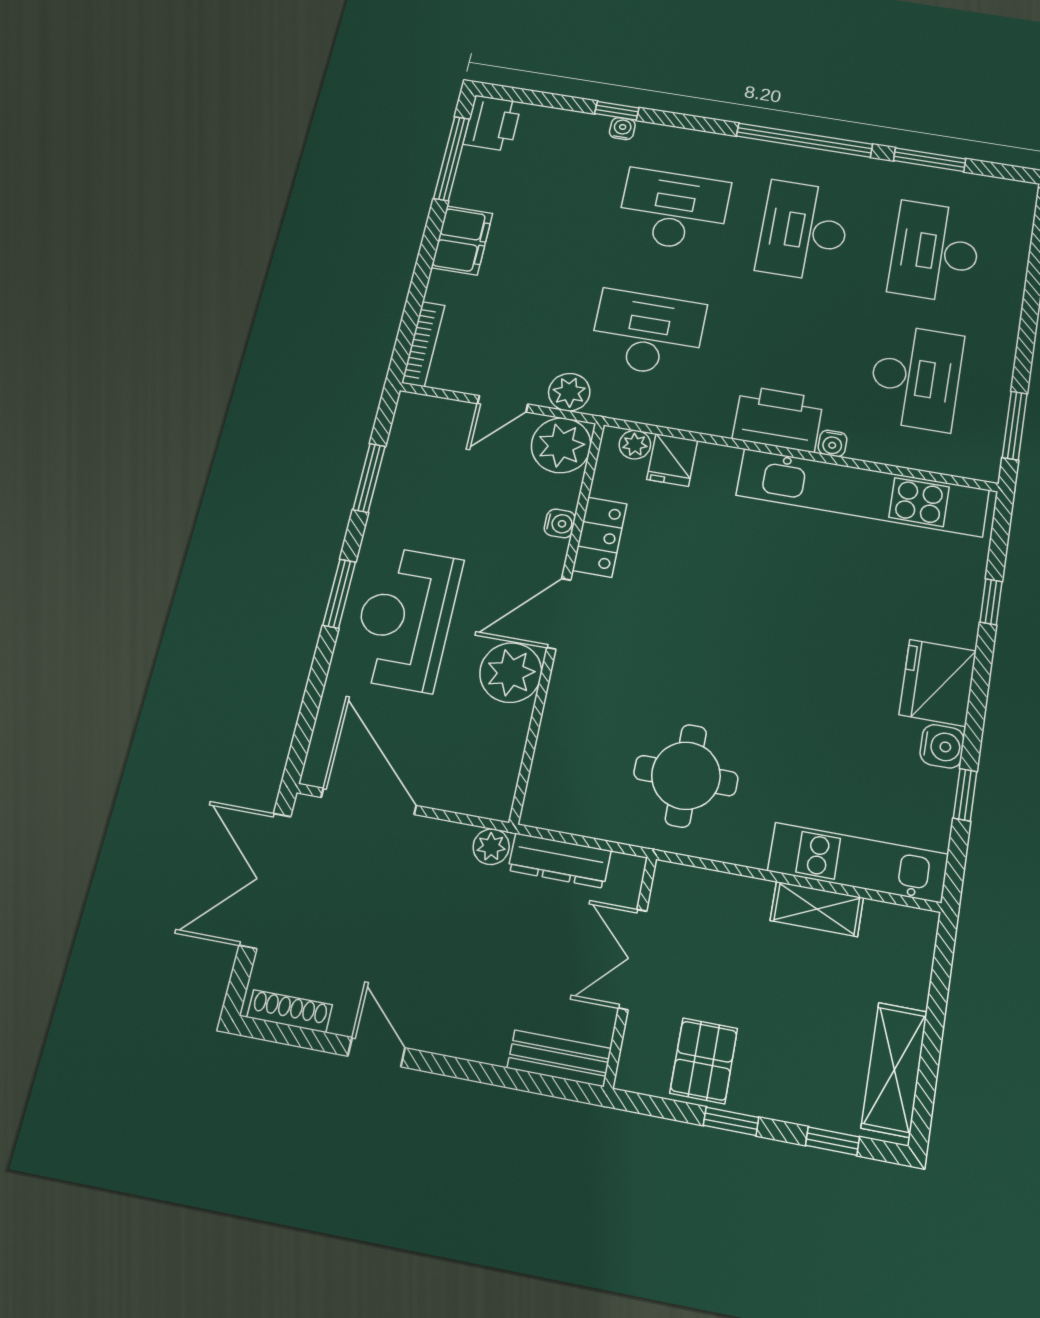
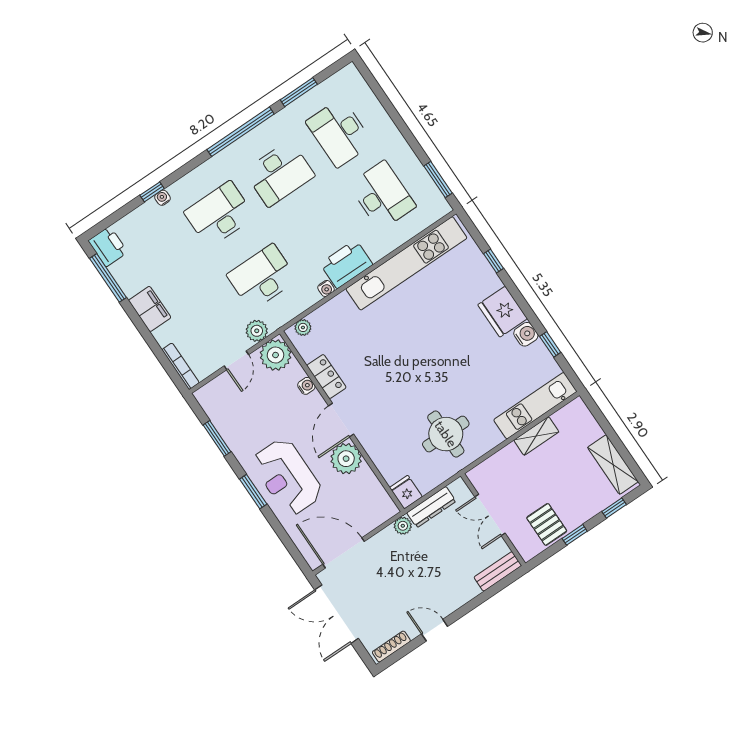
desk: (804, 231) -> (279, 173), turned -90
water cooler: (833, 443) -> (326, 288), moved
fridge: (672, 460) -> (406, 492), moved, turned 180

